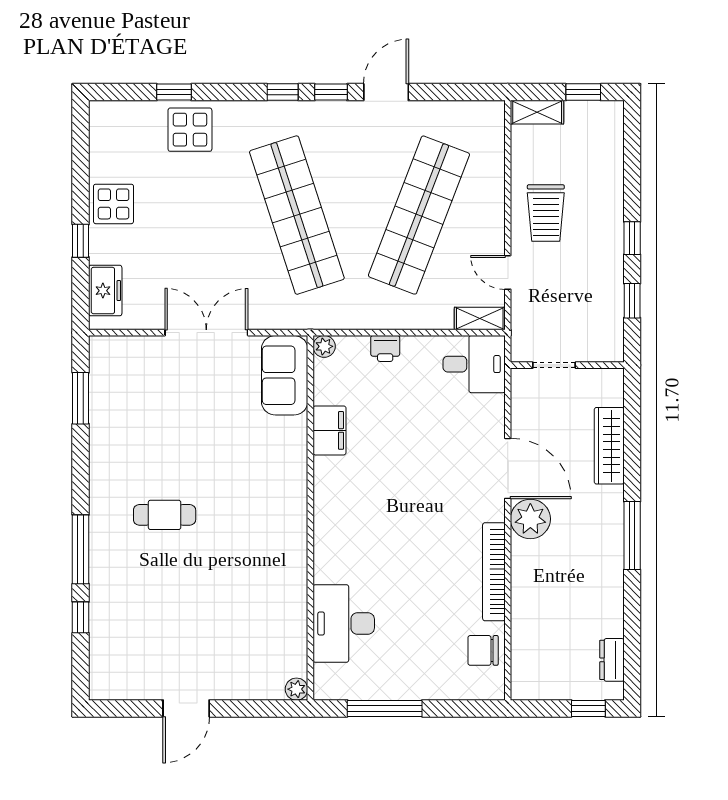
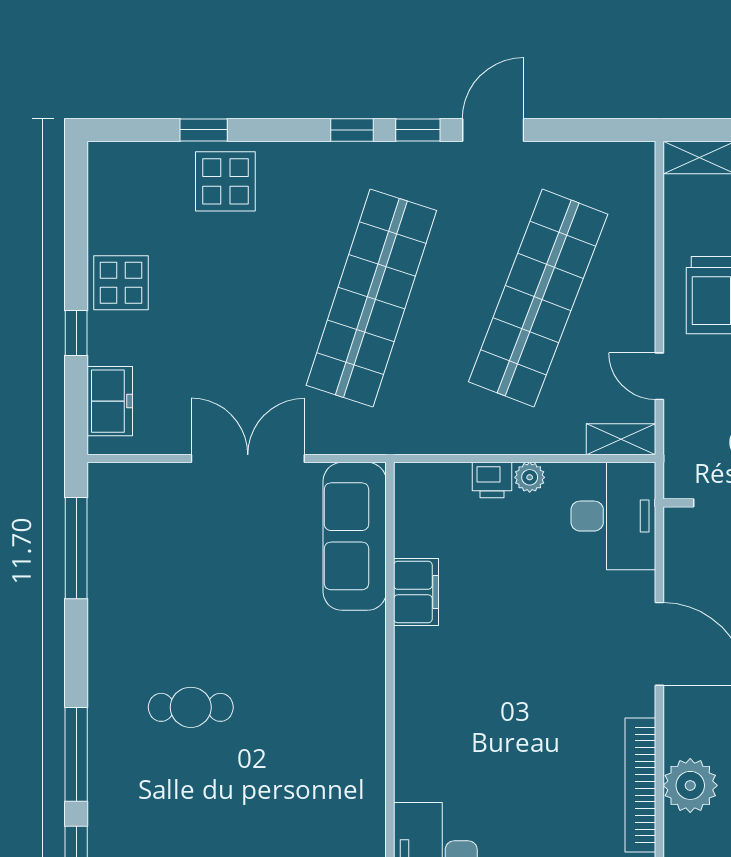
shop shelf: (297, 215) -> (371, 298), turned 36
plant: (324, 346) -> (530, 477), moved
desk: (474, 364) -> (613, 516), width x1.37
sofa: (285, 375) -> (355, 536), width x1.36
window: (81, 398) -> (76, 548), width x1.44
plant: (530, 519) -> (690, 785), moved

